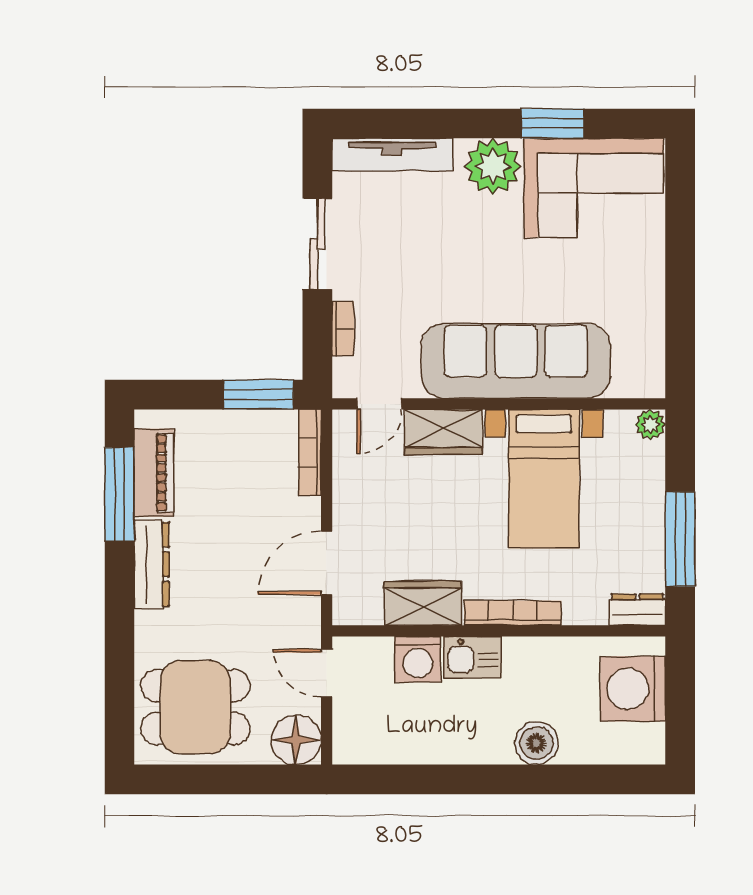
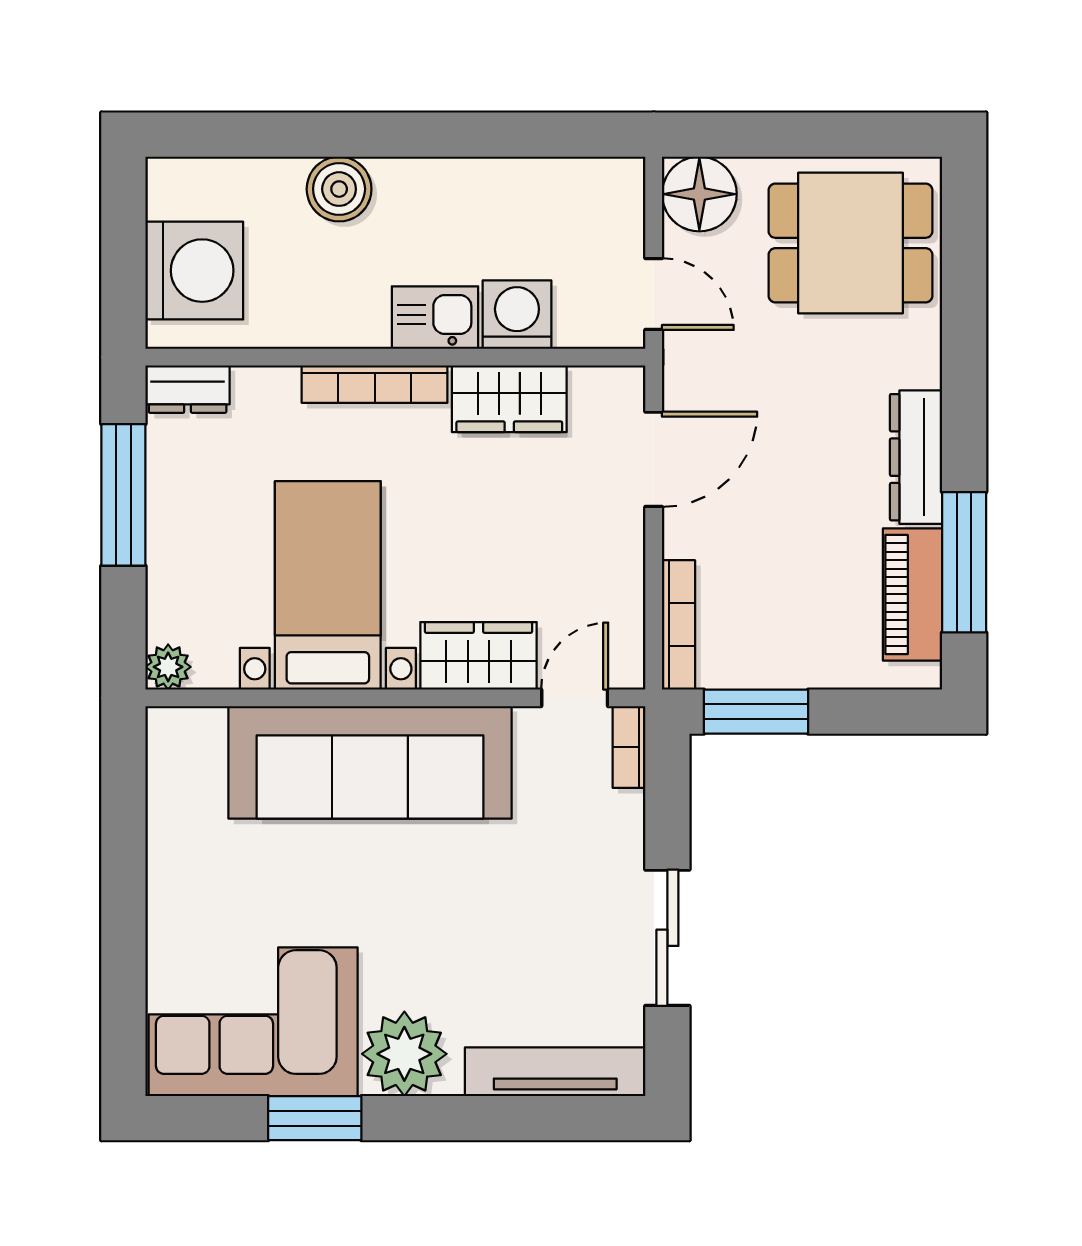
bookcase: (343, 329) -> (629, 747), moved

